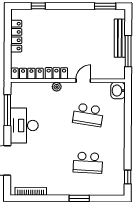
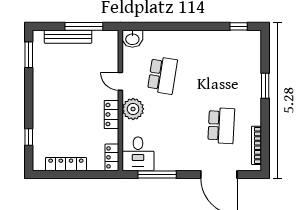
locker: (27, 74) -> (112, 157), width x0.66
plant: (57, 87) -> (133, 109), width x1.88, depth x1.88
desk: (24, 125) -> (138, 154), moved, width x0.73
school desk: (88, 163) -> (221, 126), moved

